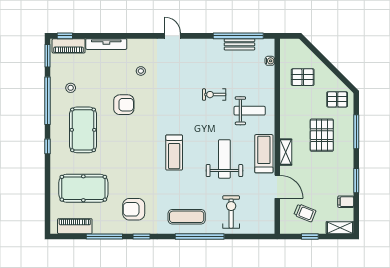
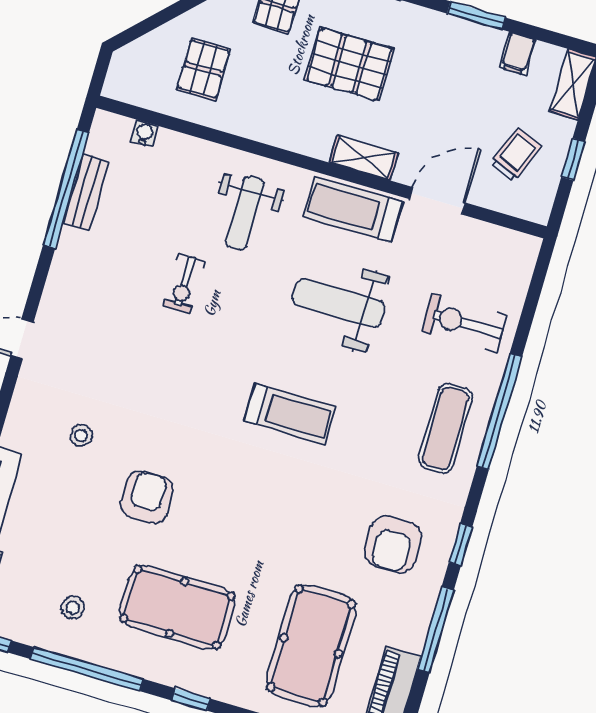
weight bench: (250, 111) -> (245, 213), turned 180

